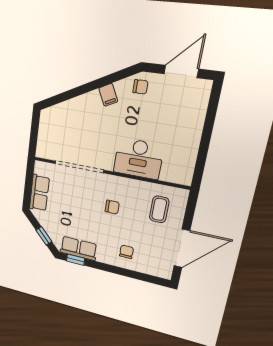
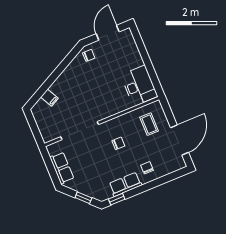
filing cabinet: (108, 95) -> (49, 98), moved
desk: (138, 159) -> (139, 86), moved, turned -90
row of seats: (78, 248) -> (125, 184), moved

